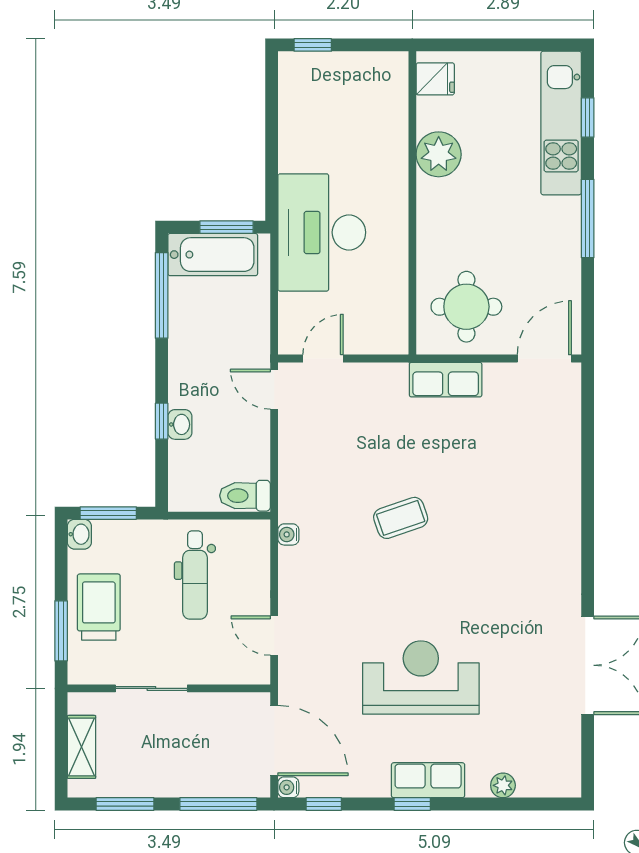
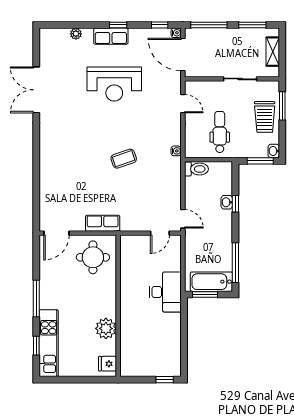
desk: (322, 232) -> (165, 292), width x0.73, depth x0.77

